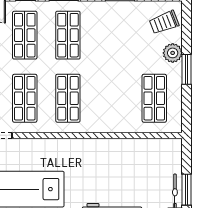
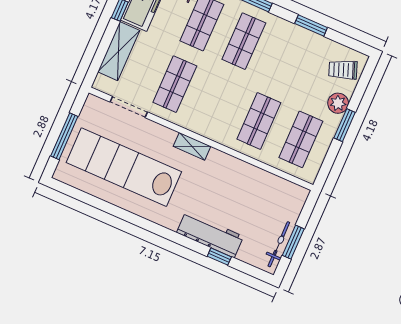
shop shelf: (68, 98) -> (259, 121), moved
shelving: (63, 145) -> (192, 146), added

